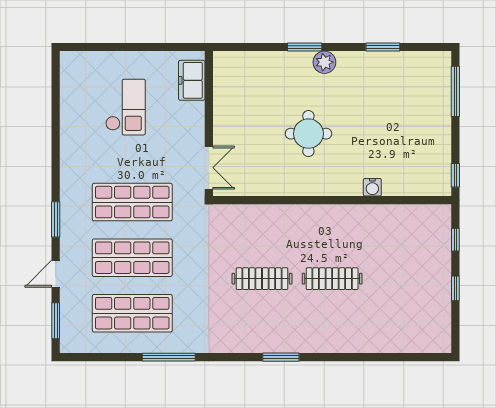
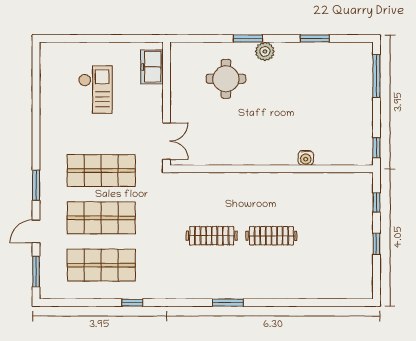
round table: (308, 134) -> (226, 79), moved
window: (169, 357) -> (132, 303), width x0.46

